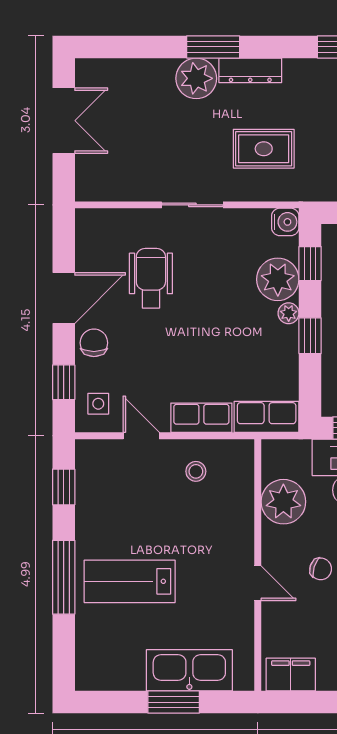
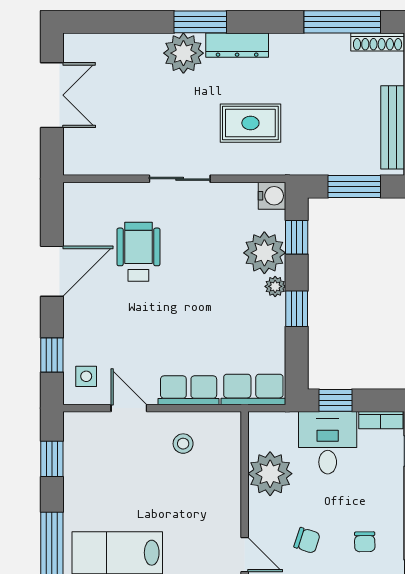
chair: (94, 343) -> (82, 316), removed

